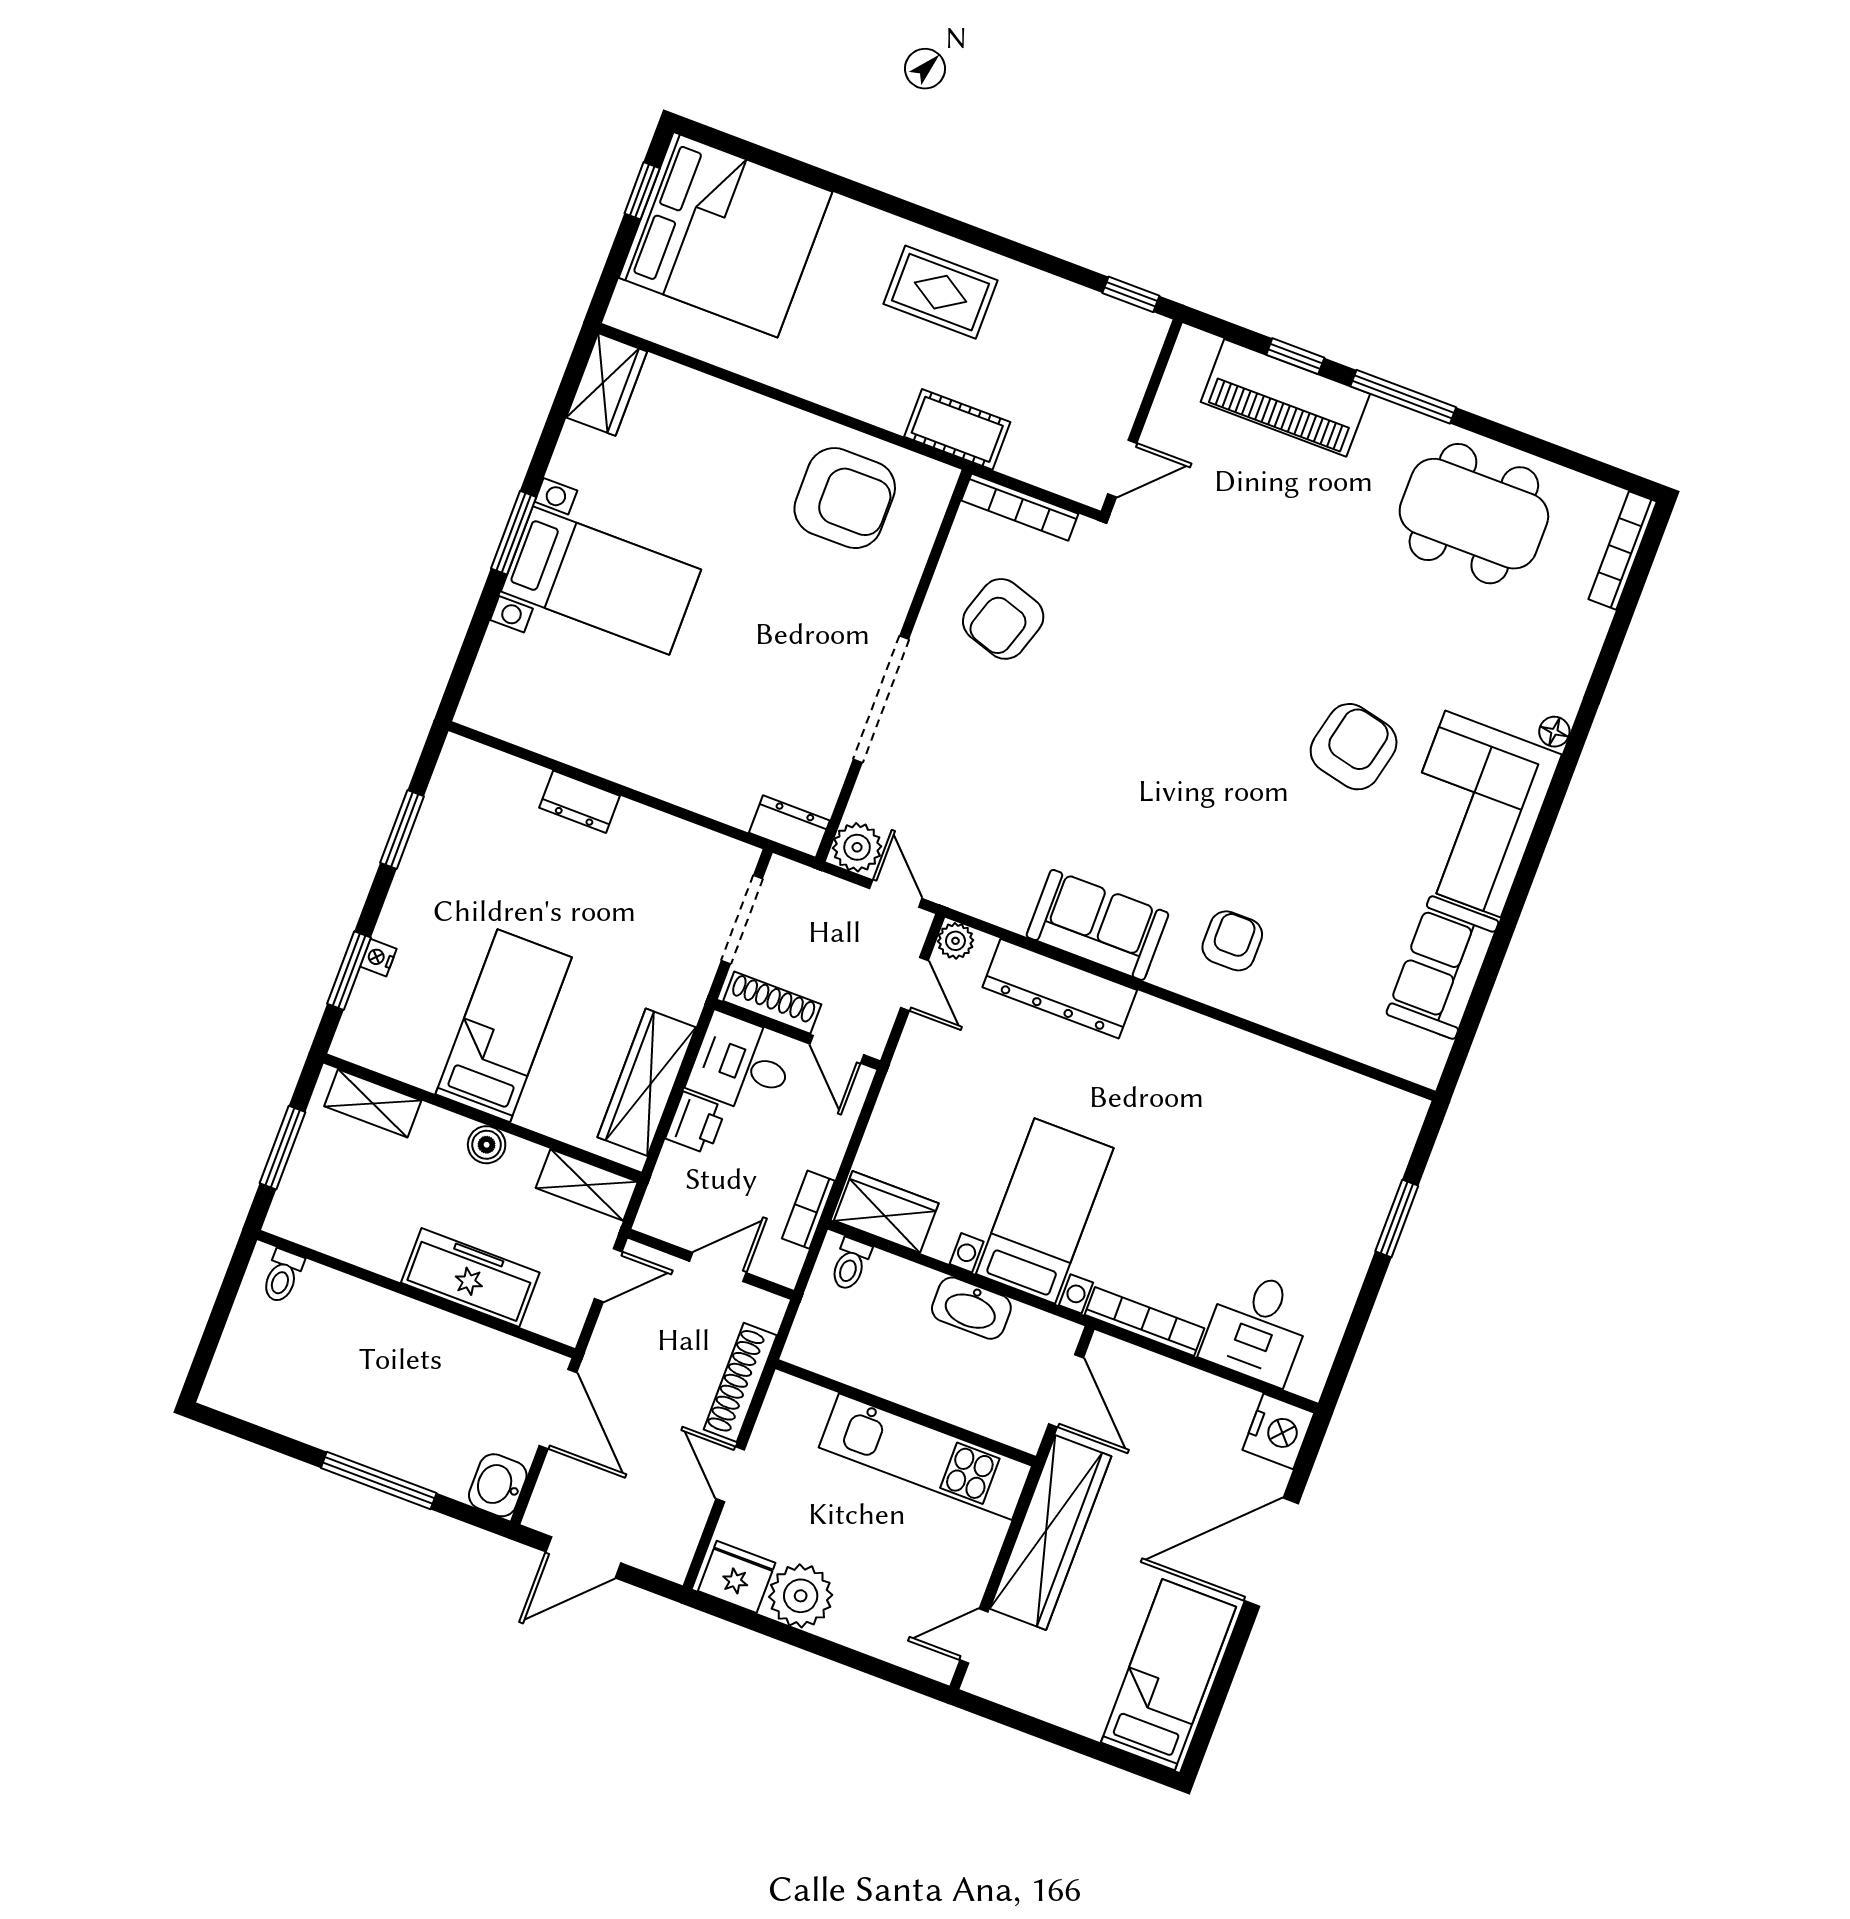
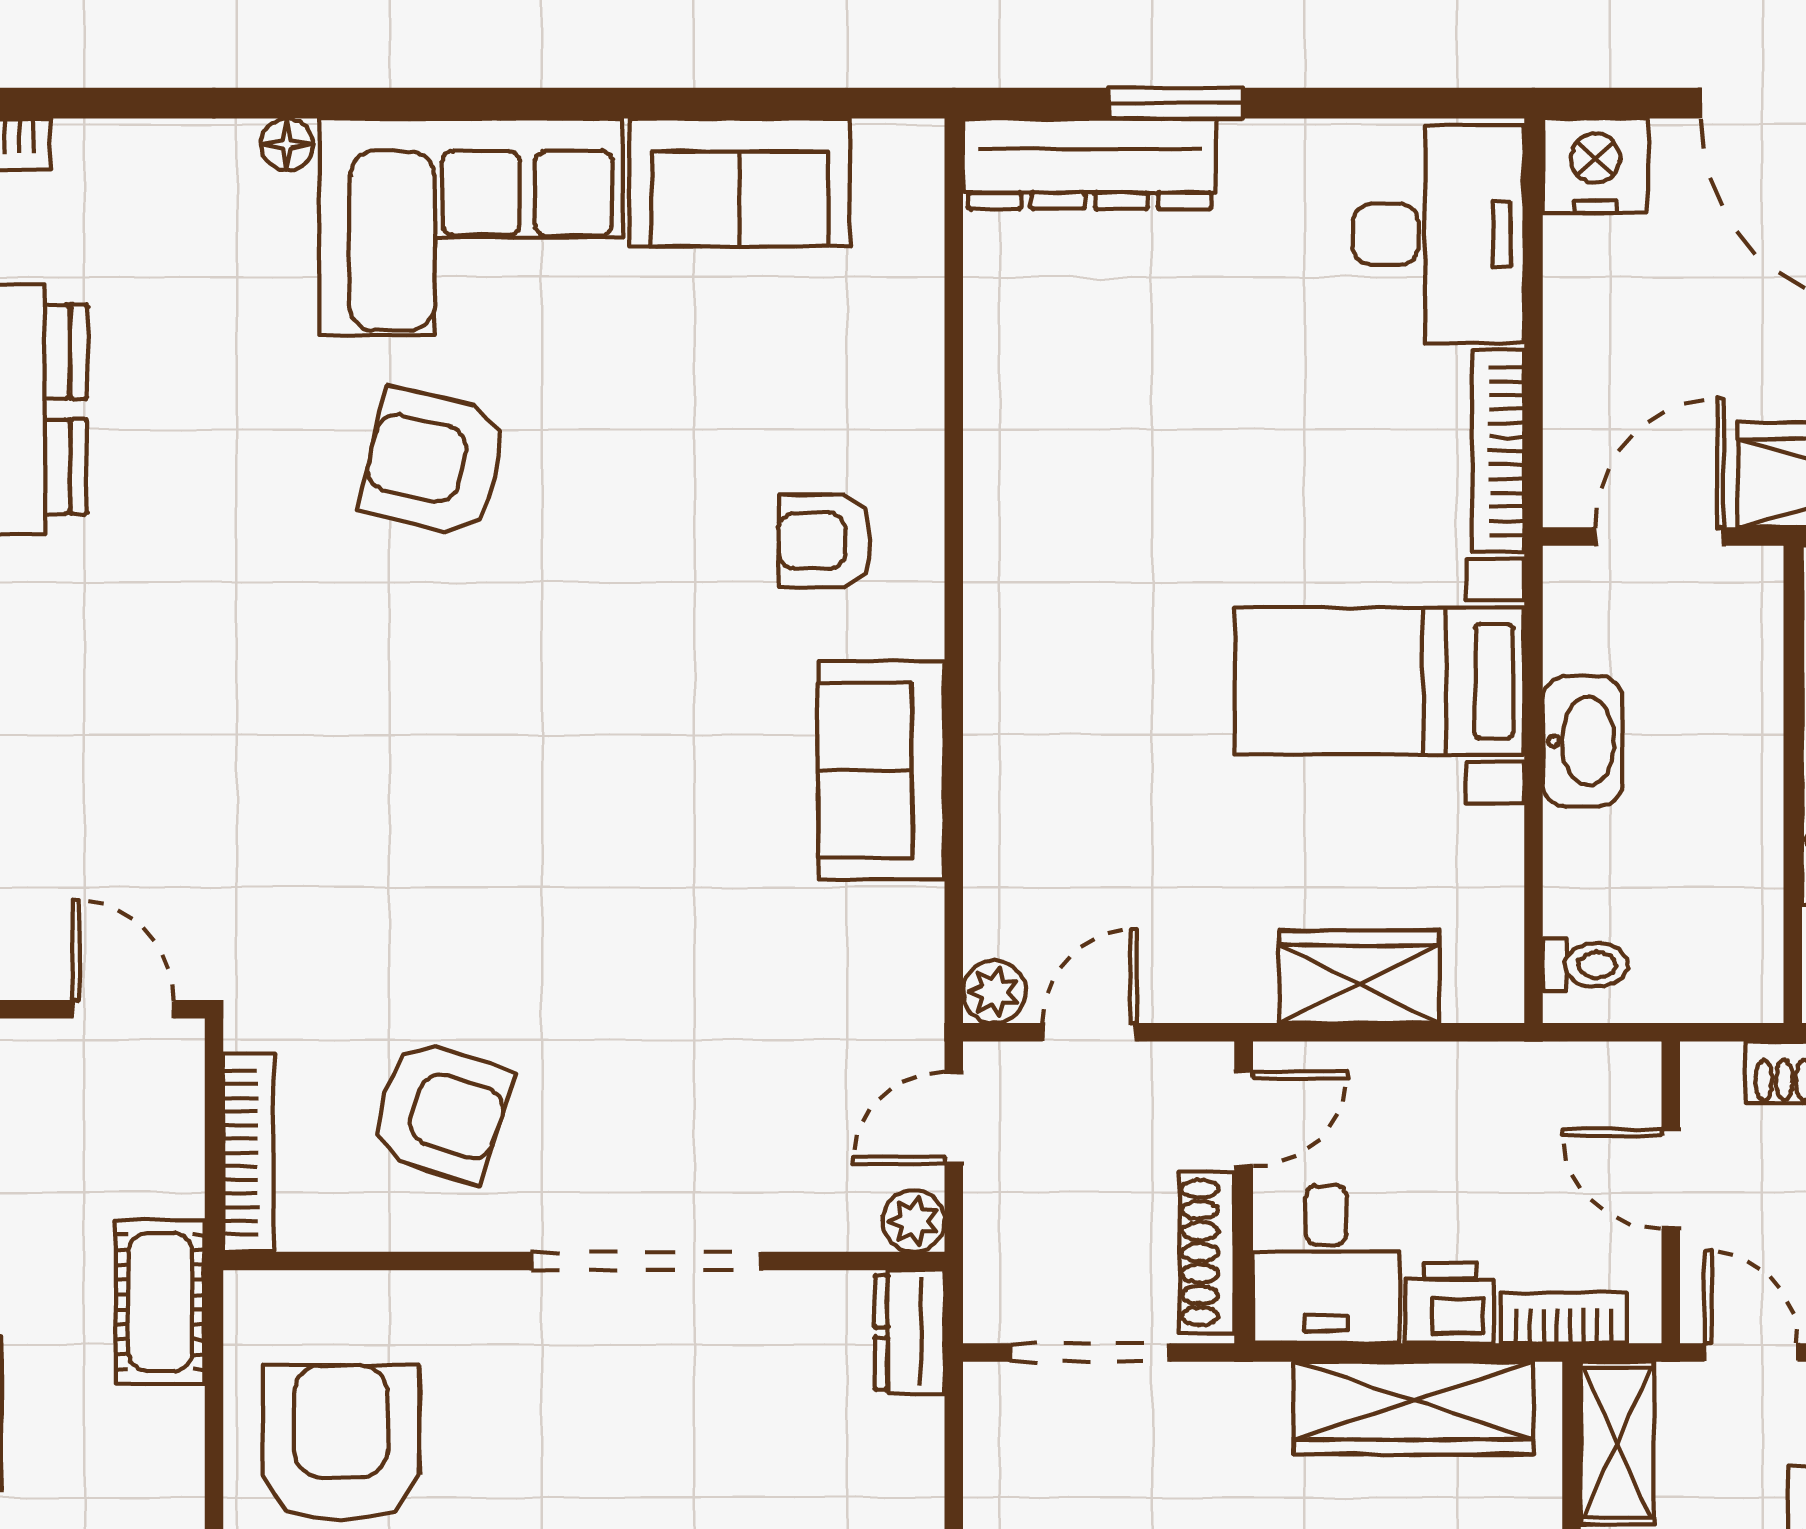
plant: (857, 847) -> (914, 1221), width x0.73, depth x0.73
dresser: (1060, 989) -> (1090, 164), moved, turned 90
bookcase: (808, 1210) -> (1564, 1318), moved, turned 180
wardrobe: (886, 1212) -> (1359, 977), moved, turned 90
desk: (1257, 1327) -> (1439, 234), width x1.37

